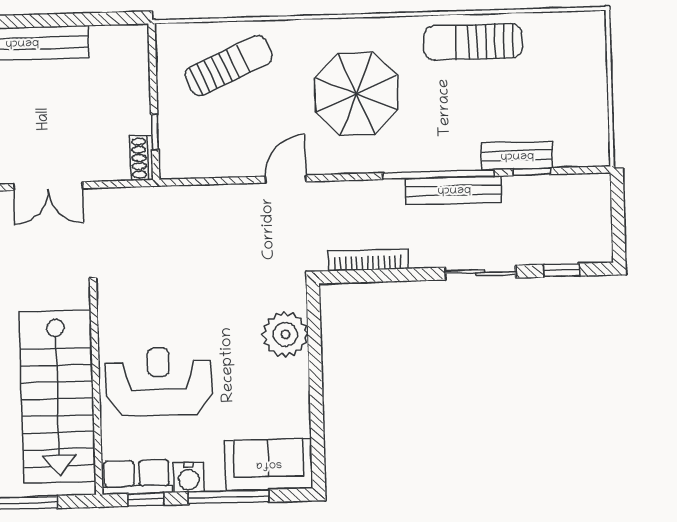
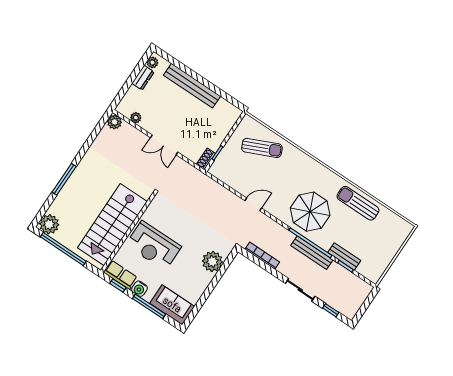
parasol: (356, 94) -> (310, 212), moved
reception desk: (159, 382) -> (153, 246), turned 180

